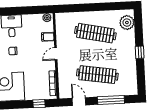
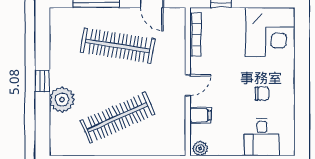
plant: (127, 23) -> (62, 100), moved
clothes rail: (95, 33) -> (118, 118), turned -36

